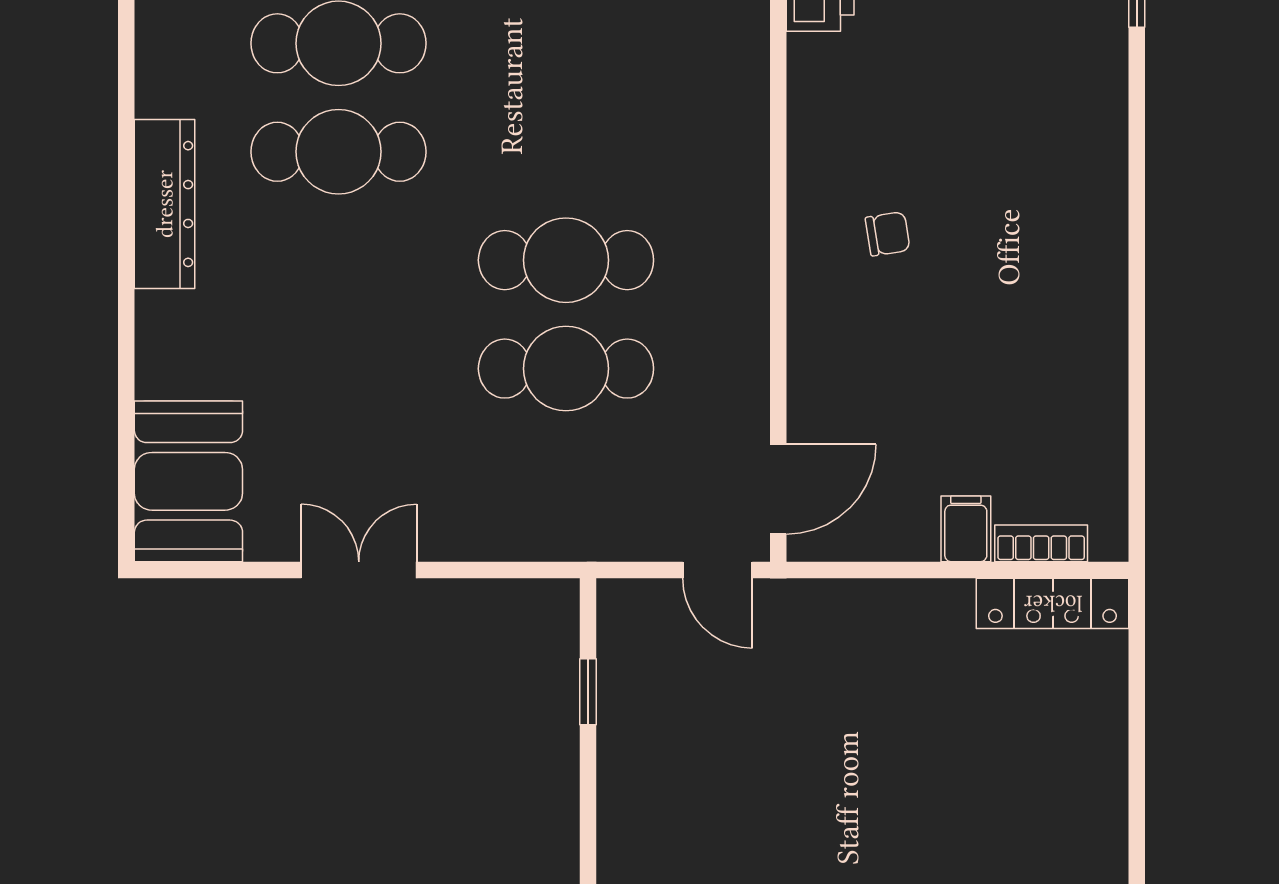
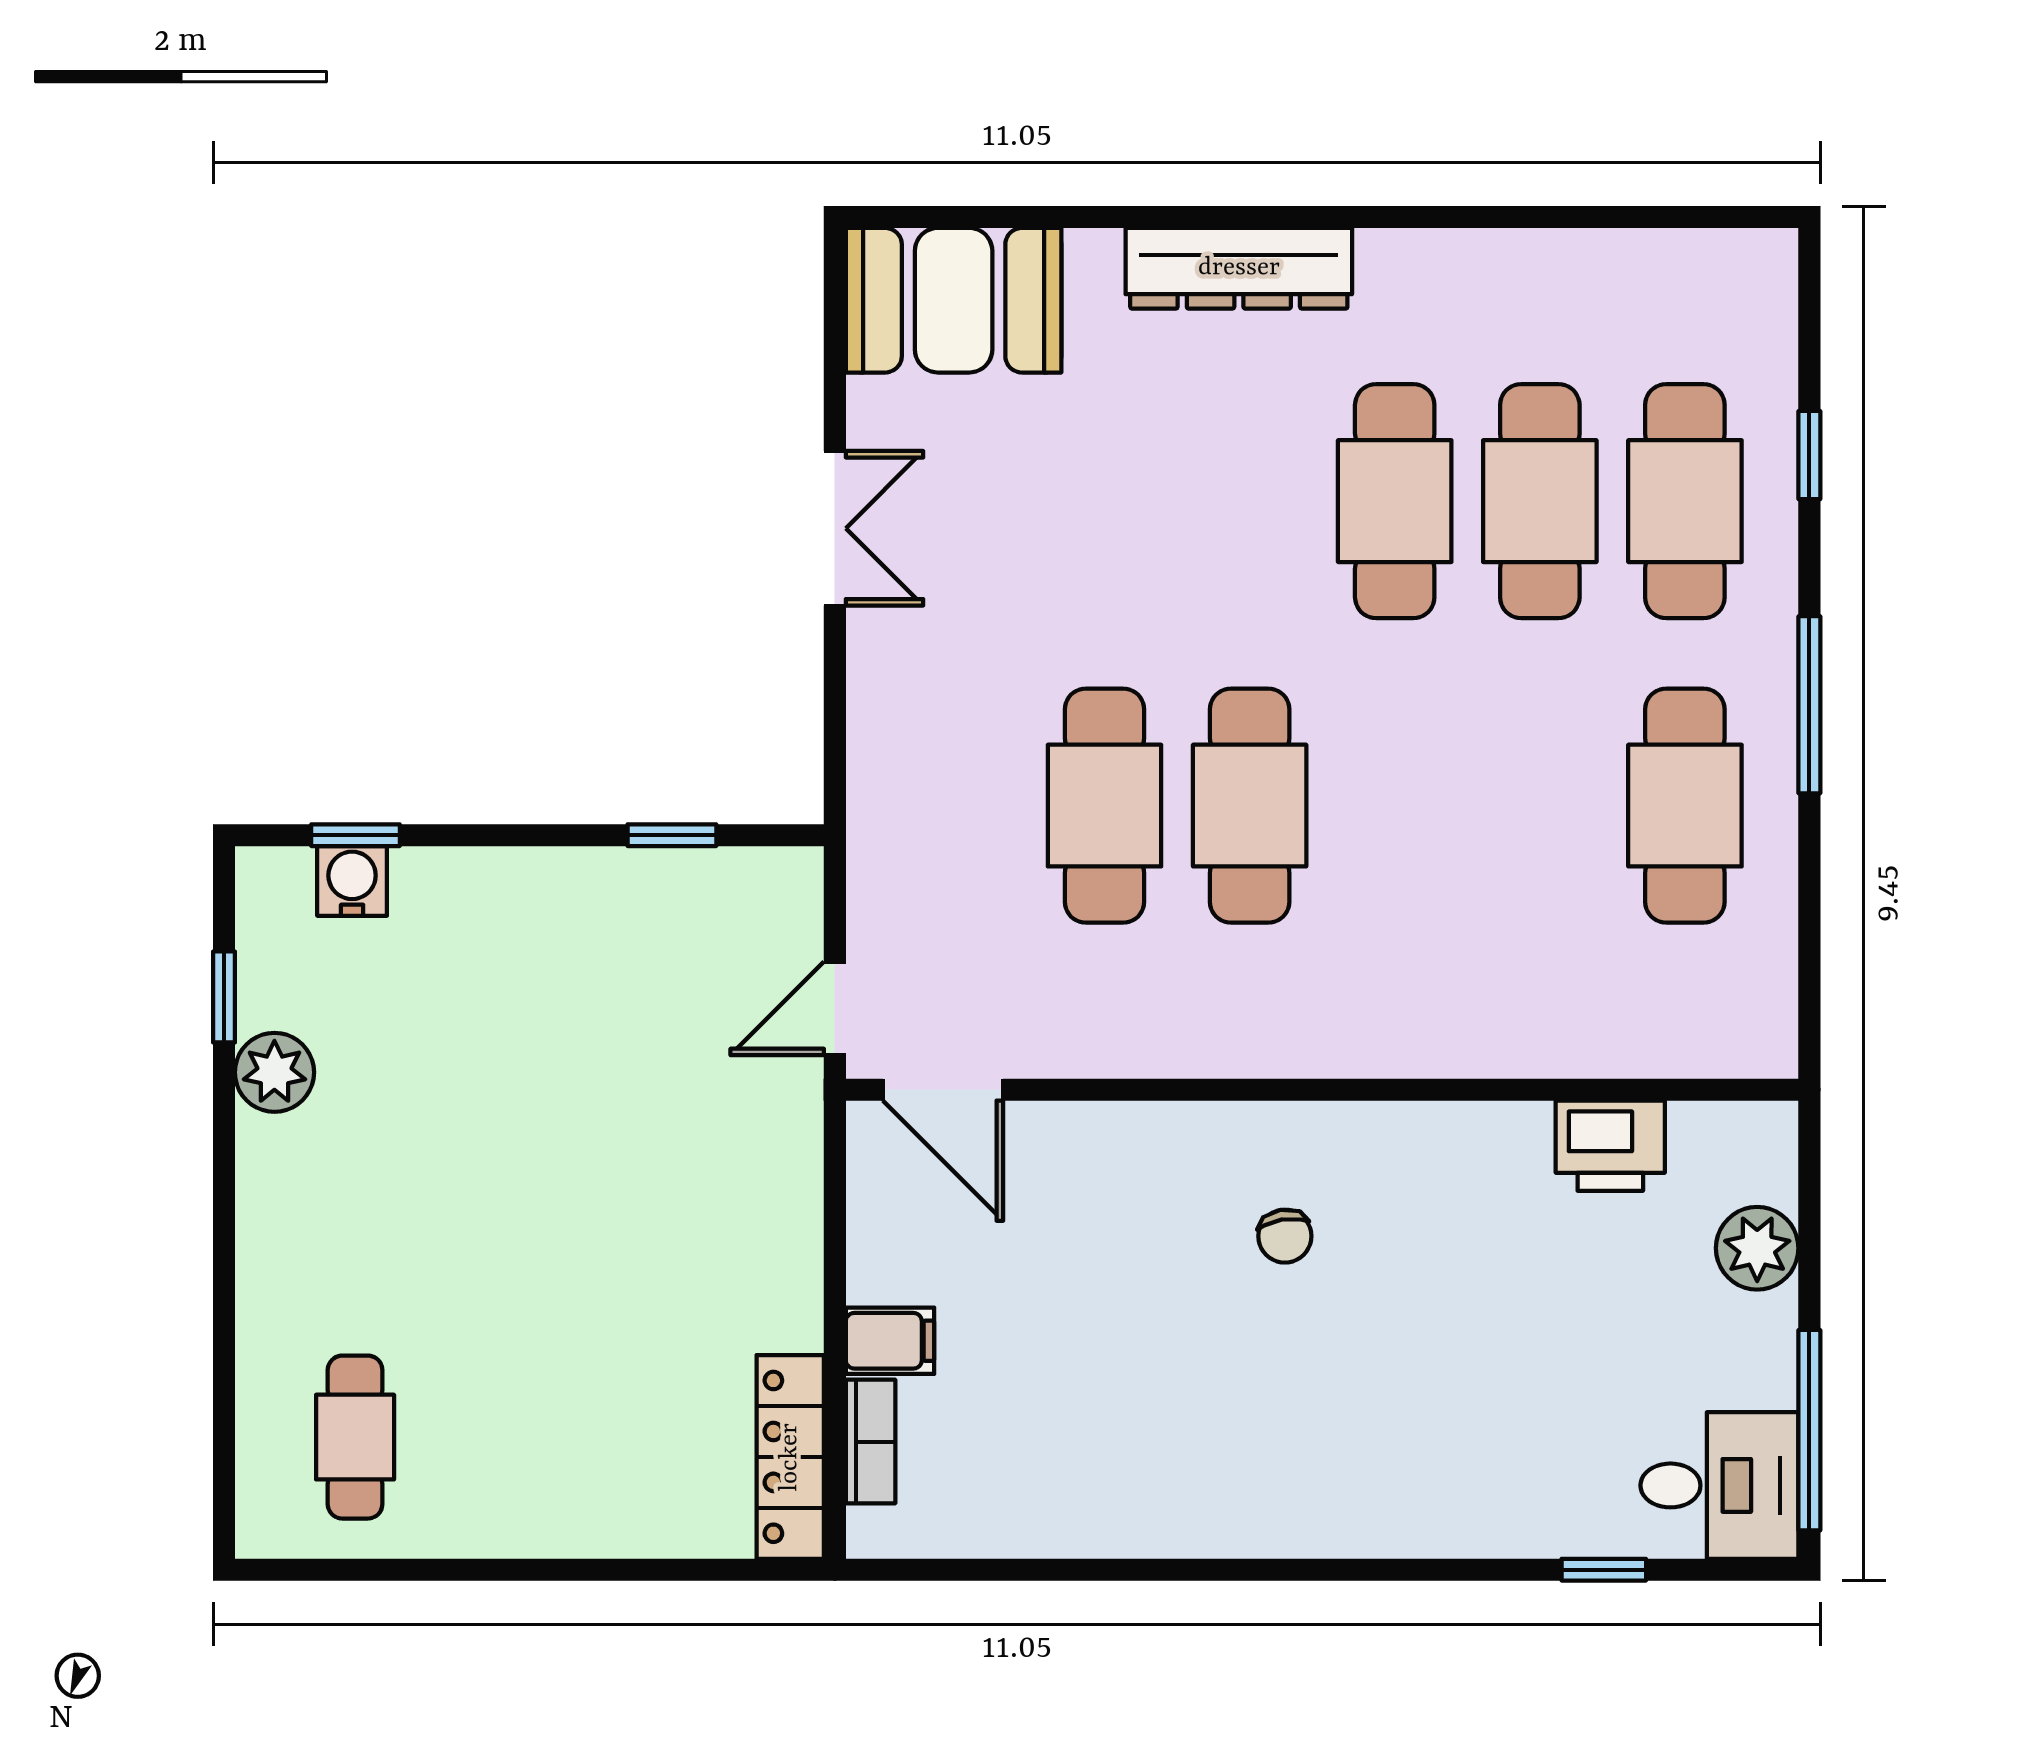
dresser: (165, 204) -> (1239, 268), moved

